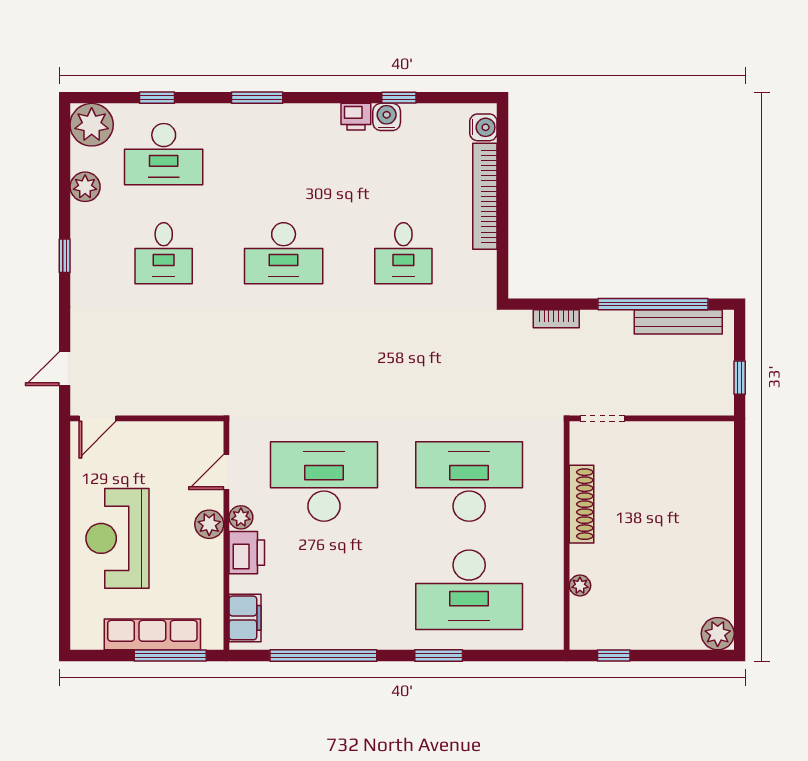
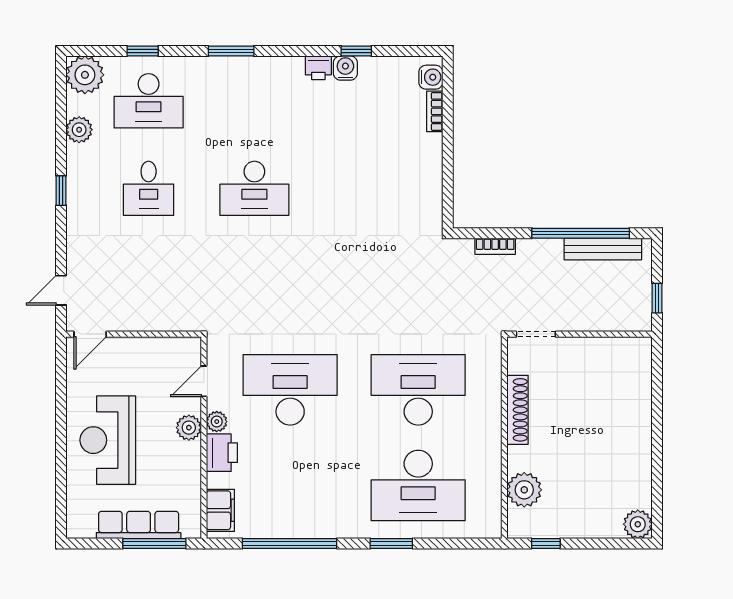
bookcase: (485, 196) -> (435, 111), width x0.43, depth x0.76
desk: (403, 253) -> (360, 188), removed
plant: (580, 585) -> (524, 490), width x1.88, depth x1.88

